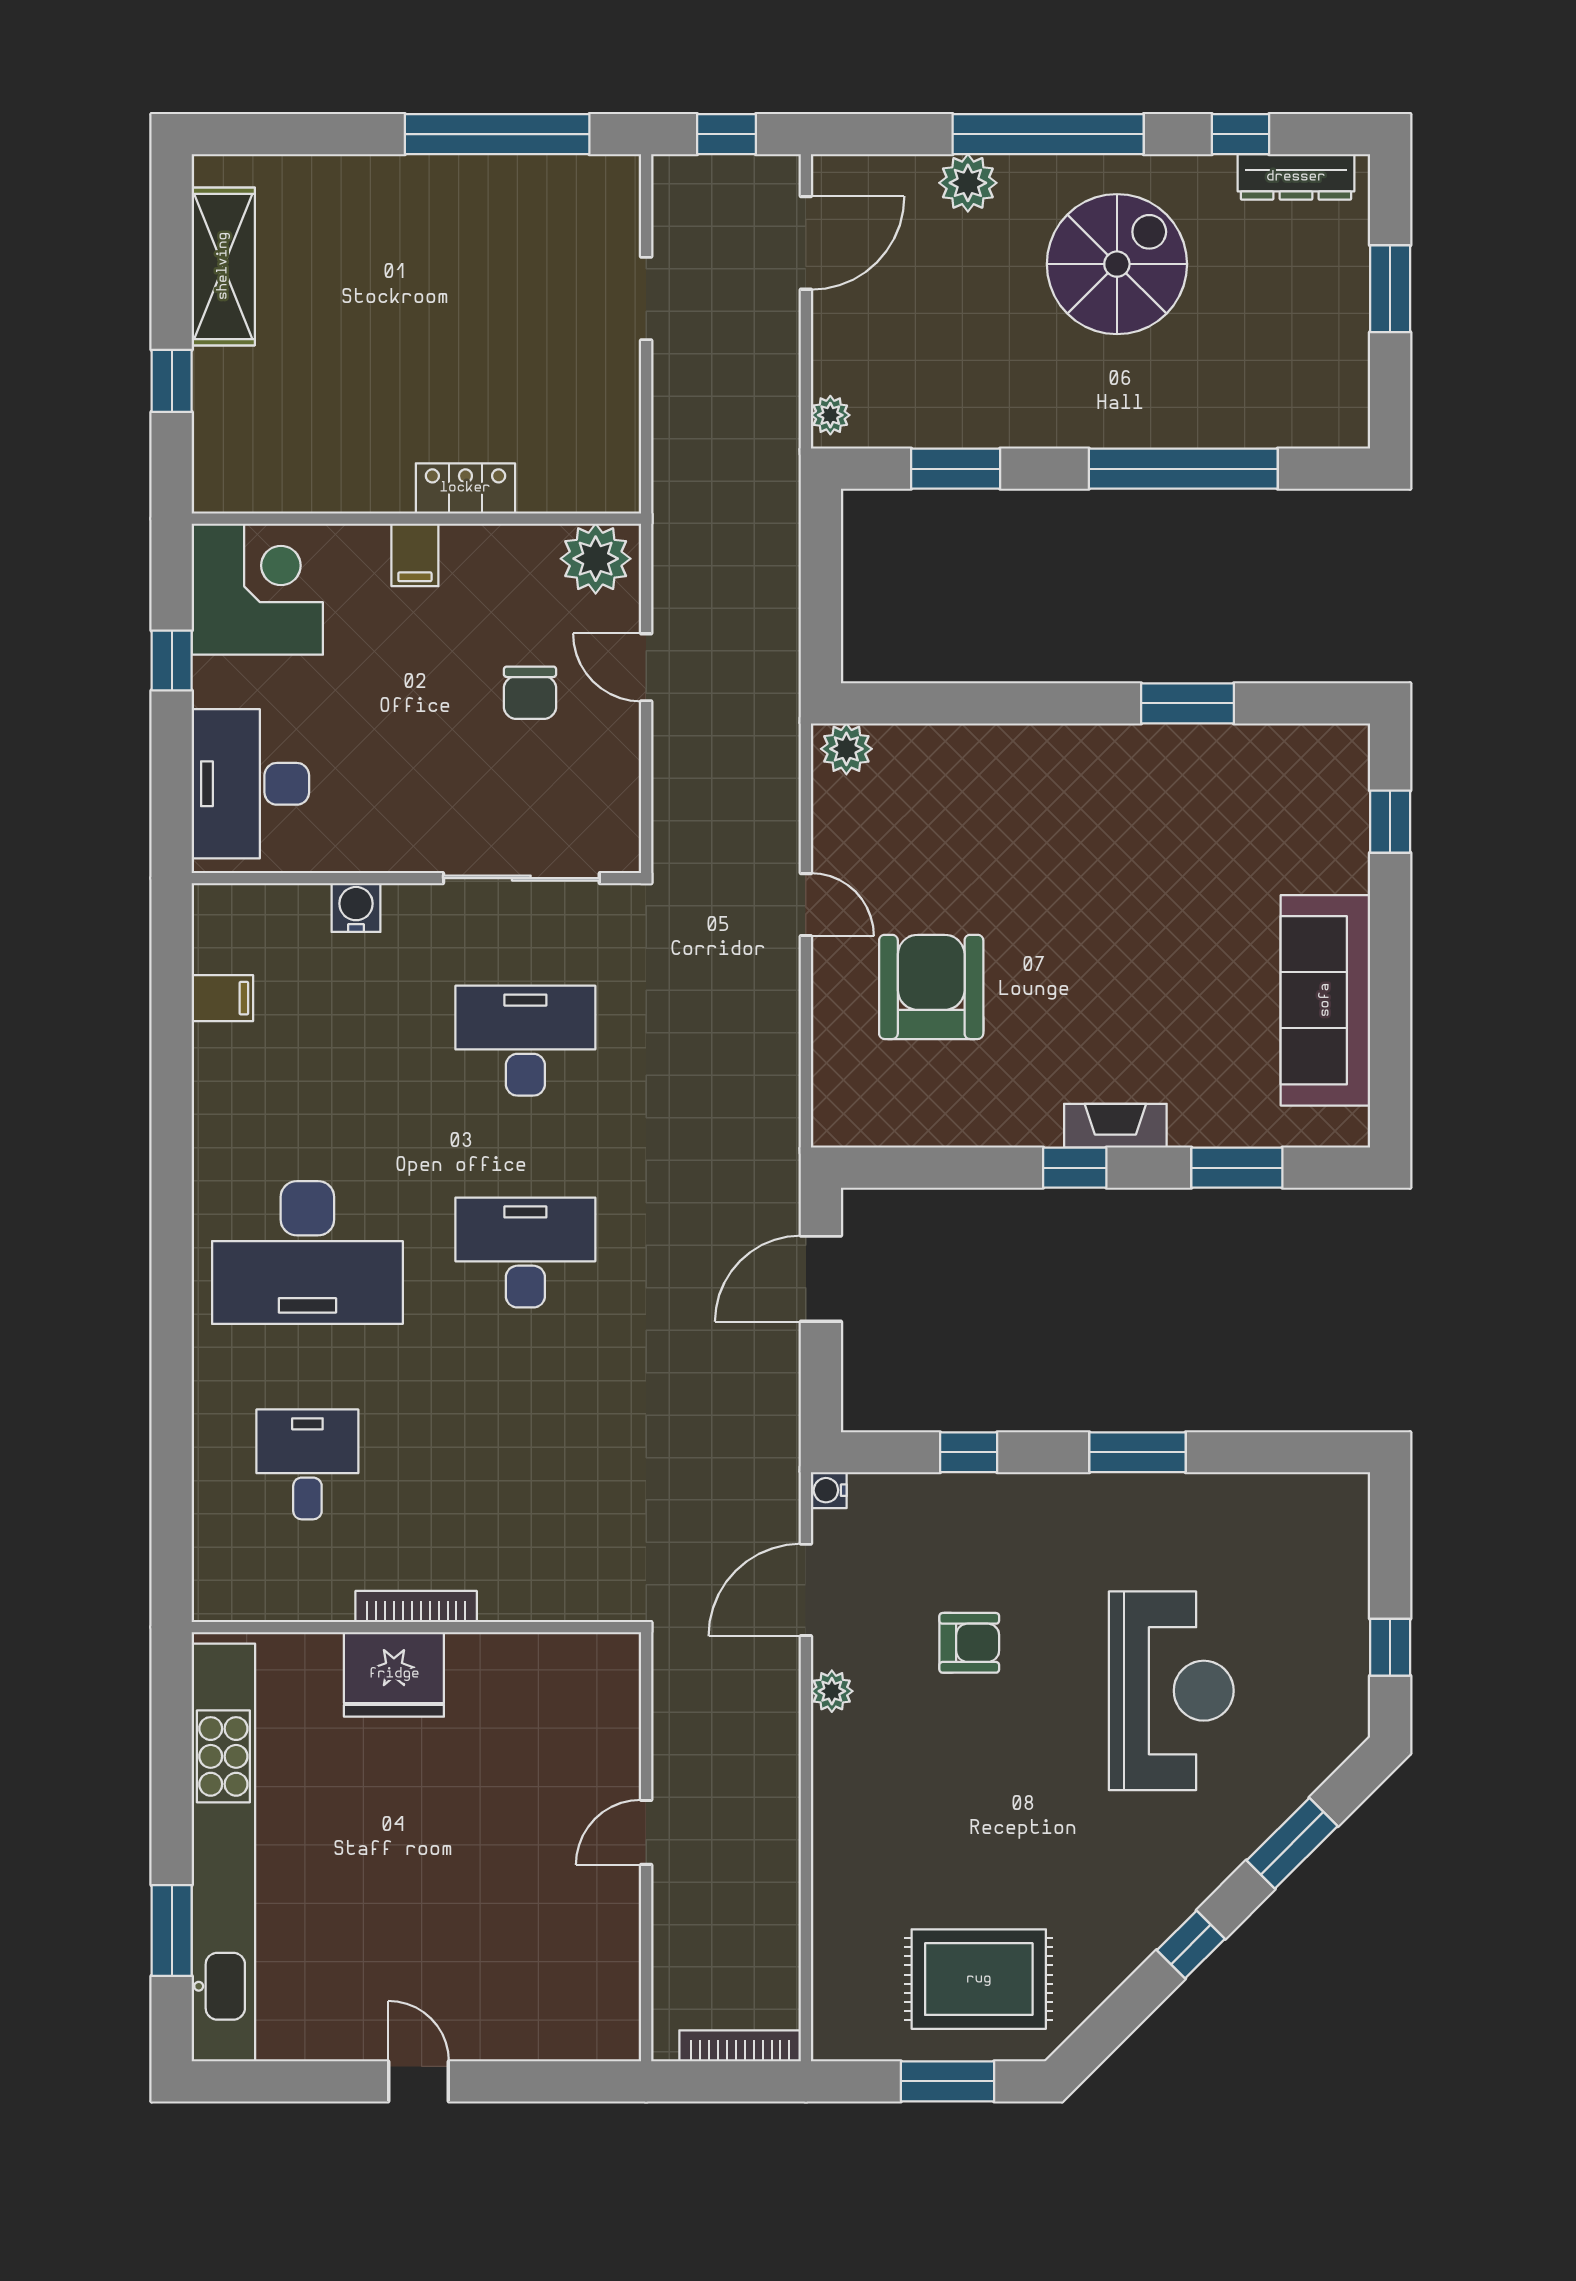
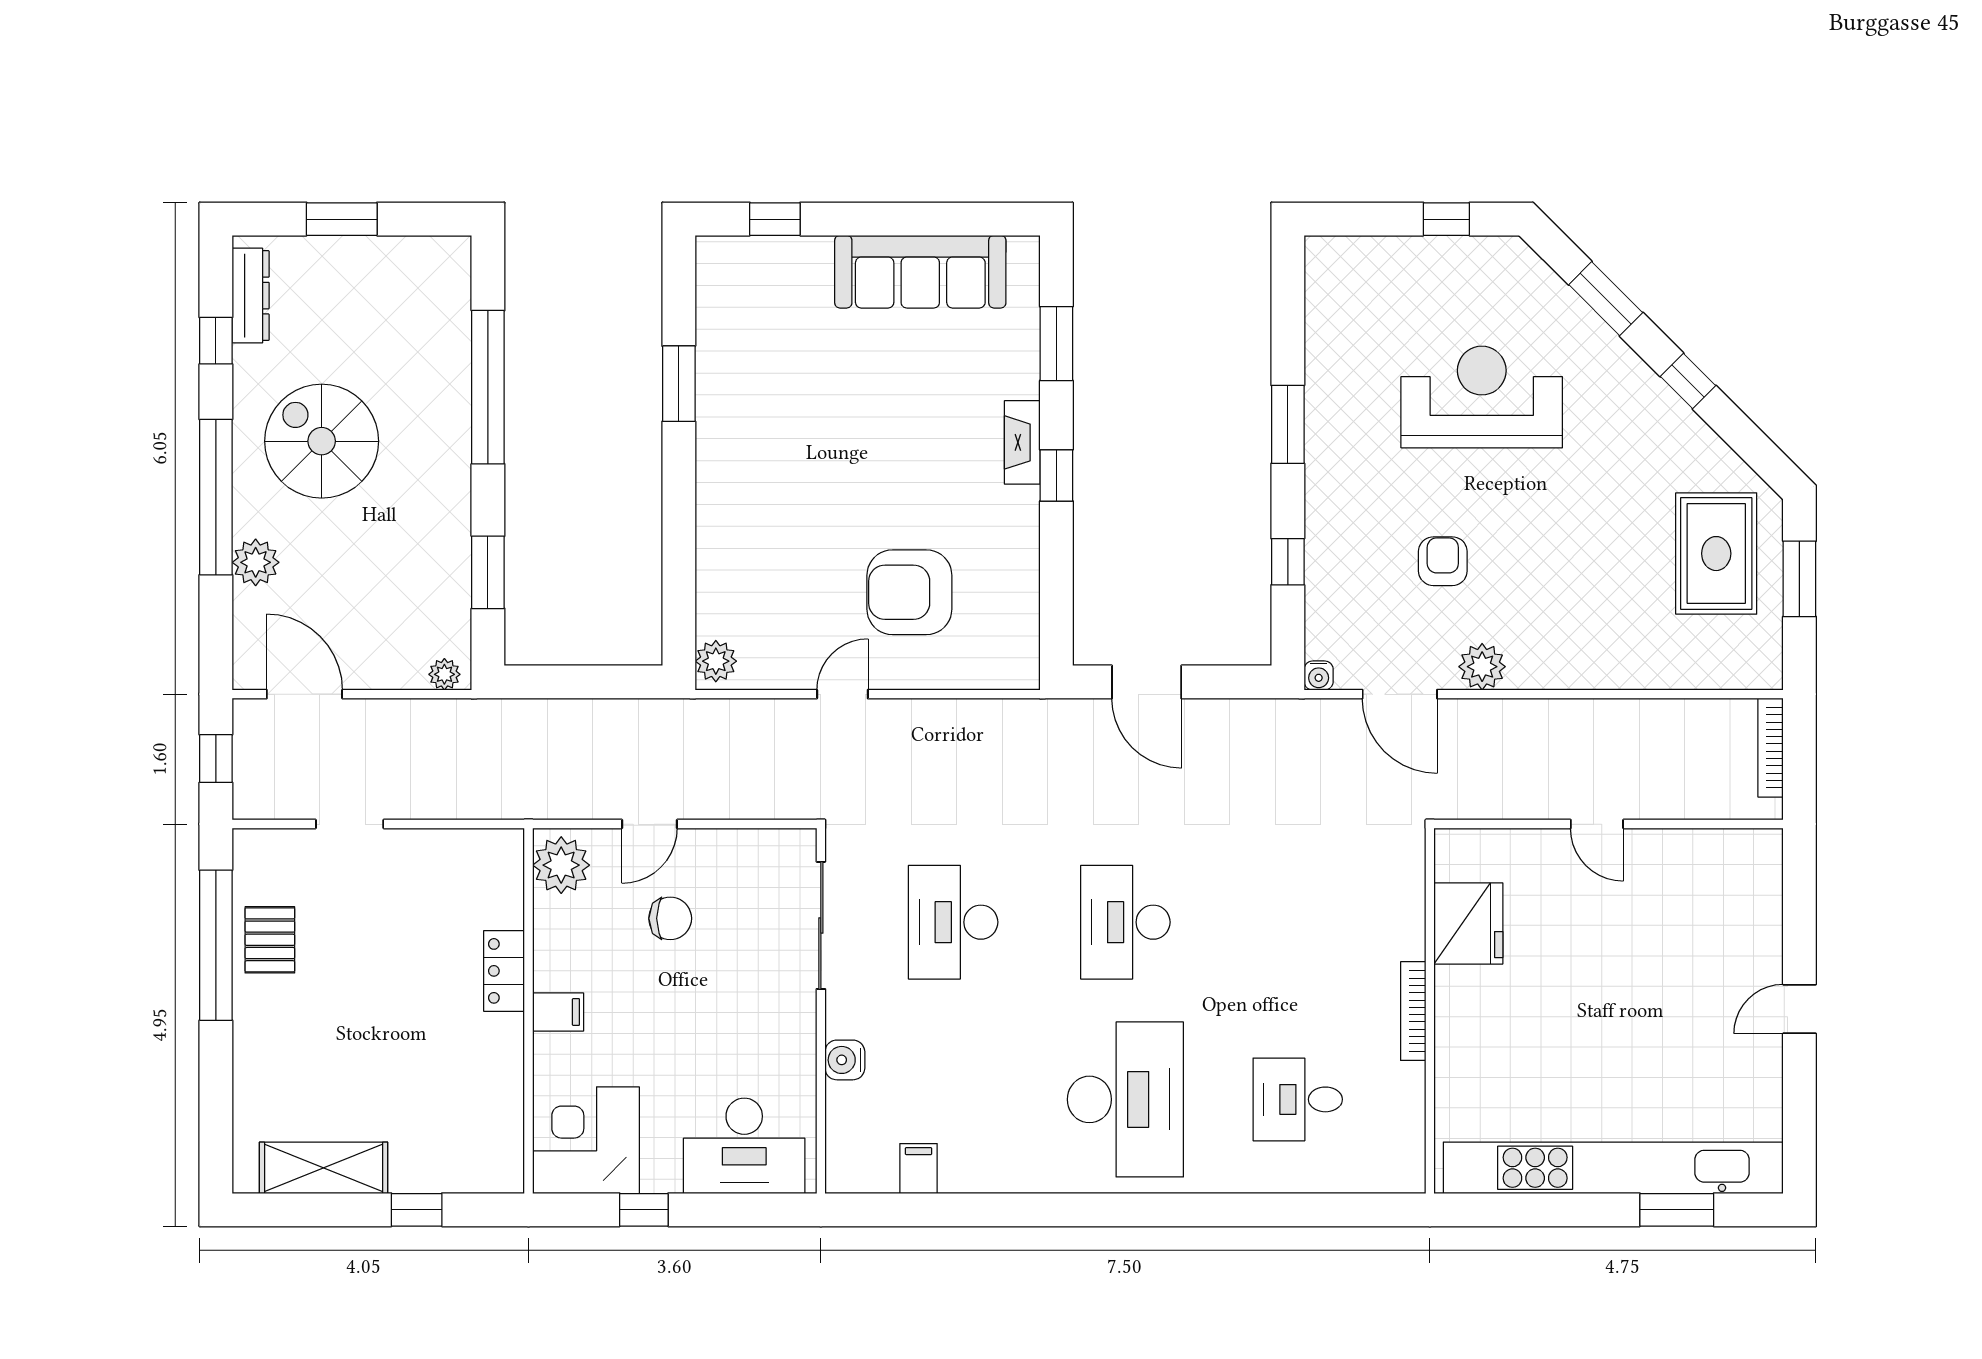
pallet: (504, 200) -> (270, 940), added
fridge: (394, 1674) -> (1468, 923), moved
plant: (832, 1691) -> (1482, 667), width x1.38, depth x1.38

